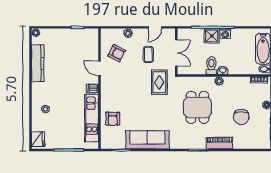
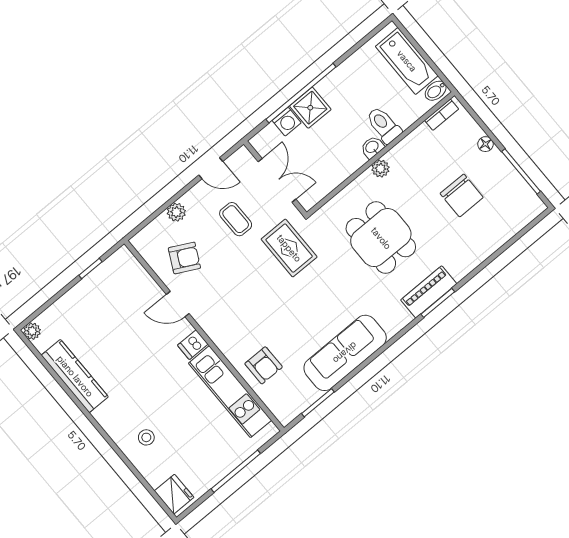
door: (155, 27) -> (211, 168), hinge flipped
washing machine: (225, 34) -> (287, 122), moved
toilet: (211, 66) -> (384, 125), moved
piano: (219, 143) -> (429, 292), moved

